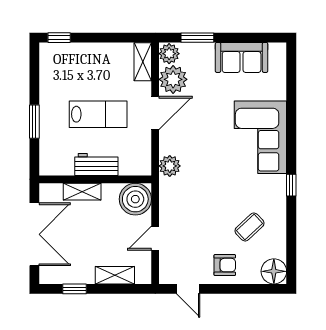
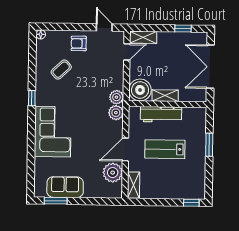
window: (197, 38) -> (56, 201), moved
plant: (169, 54) -> (116, 97), moved
workbench: (96, 164) -> (161, 114), width x1.38
shelving: (82, 192) -> (165, 96), moved
door: (155, 238) -> (127, 52), moved
floor lamp: (274, 271) -> (41, 34), width x0.53, depth x0.53
shelving: (115, 275) -> (143, 37), moved

